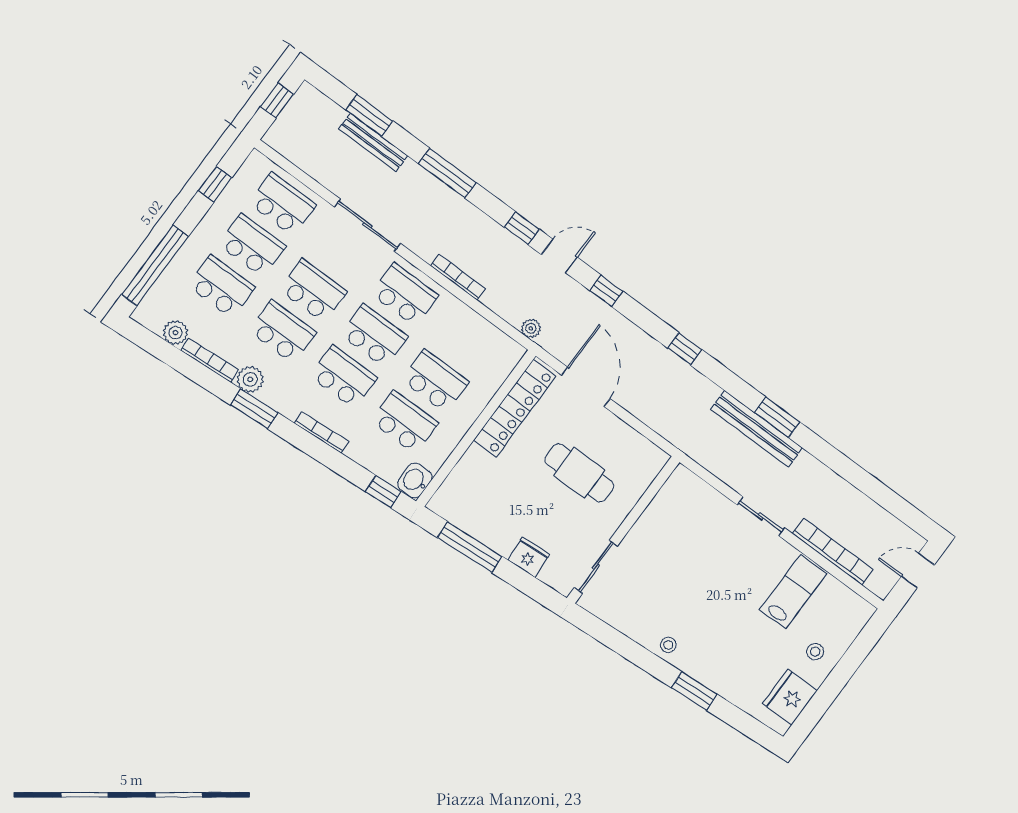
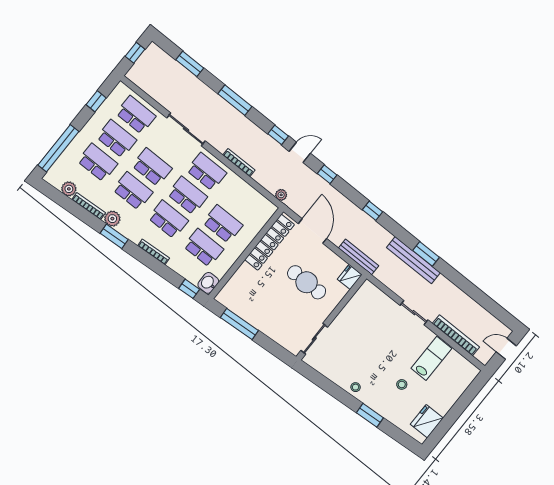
bench: (373, 142) -> (359, 257), moved
fridge: (529, 557) -> (350, 277), moved, turned -86
stool: (815, 652) -> (402, 384), moved

